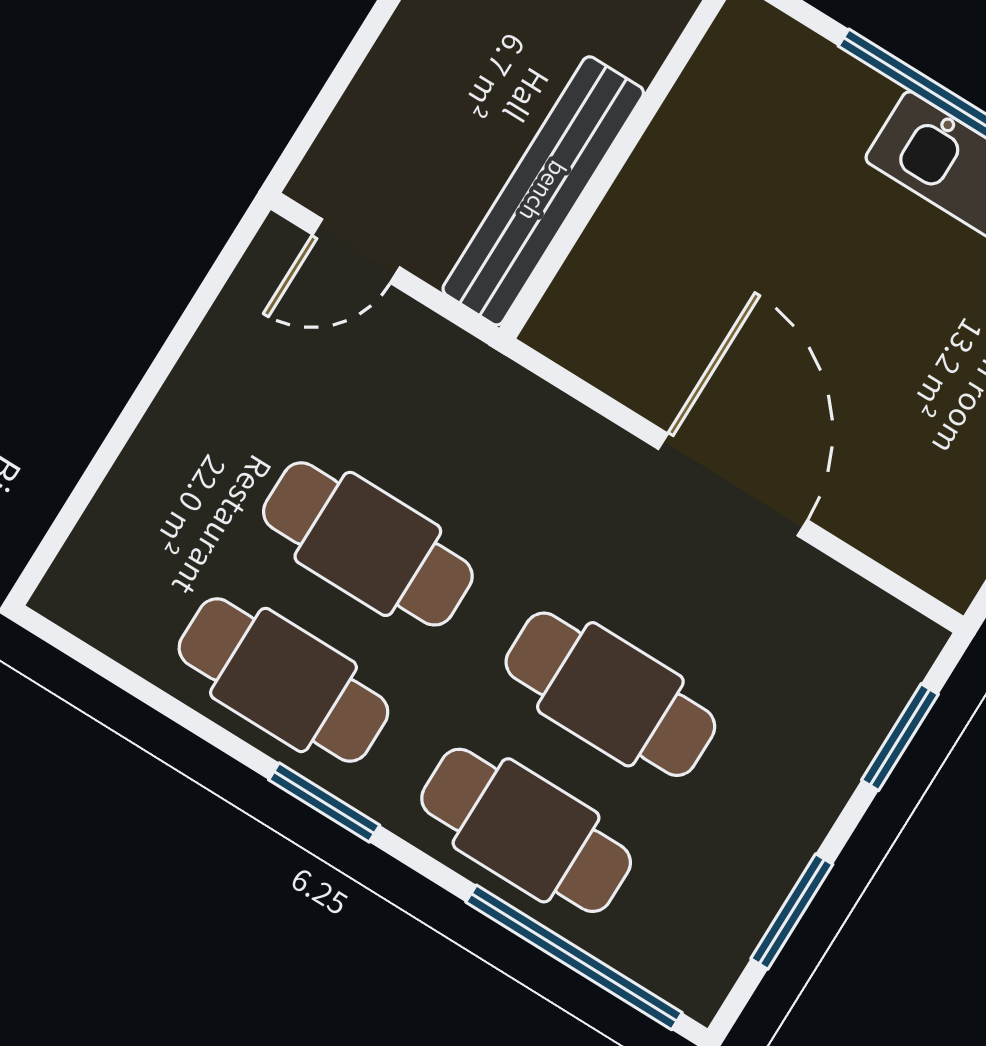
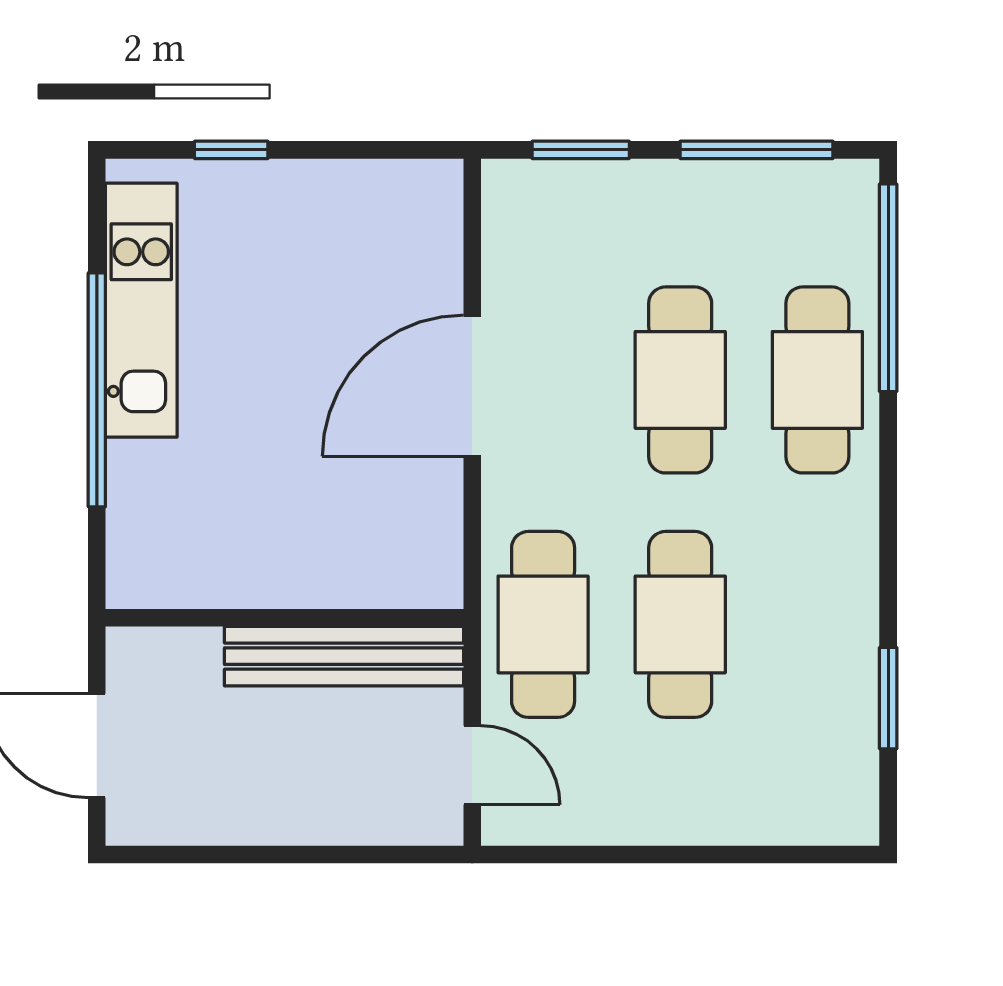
cafe table: (283, 680) -> (543, 624), moved
window: (324, 802) -> (888, 698), moved
window: (792, 912) -> (756, 150), width x1.44

